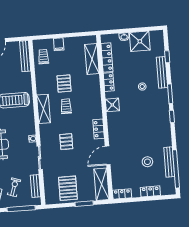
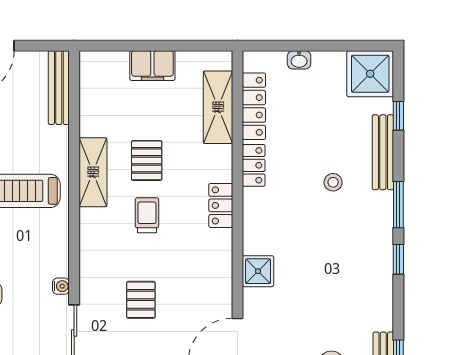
shower: (140, 41) -> (370, 74), moved
filing cabinet: (59, 44) -> (152, 66), width x2.00
trolley: (43, 57) -> (102, 92), removed
shower: (112, 105) -> (258, 271), moved
shelving: (44, 109) -> (93, 172), moved
locker: (99, 129) -> (221, 205), moved

